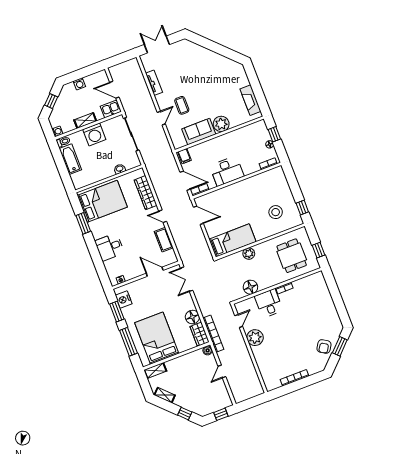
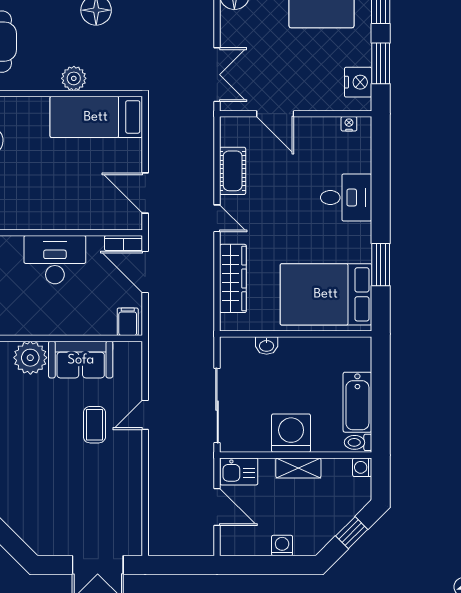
tv unit: (154, 83) -> (133, 491), removed

